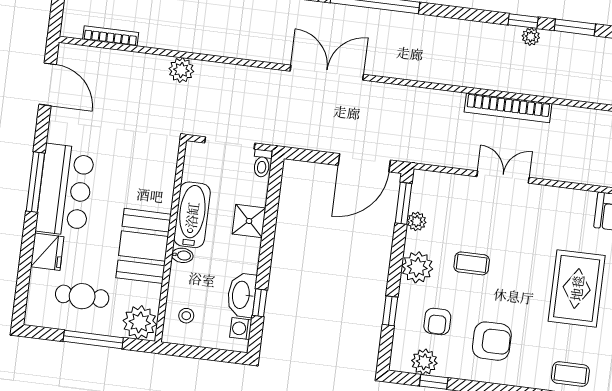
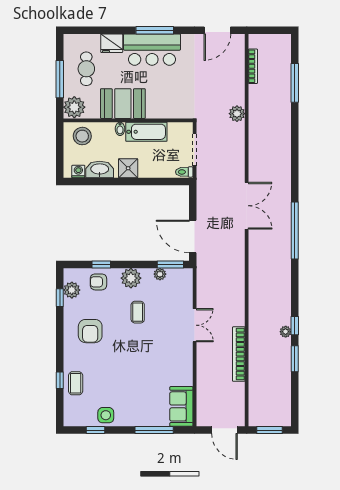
bookcase: (508, 108) -> (239, 354), moved
shower: (249, 221) -> (128, 168), moved
rug: (577, 288) -> (130, 380), removed
window: (260, 303) -> (96, 181), removed
stool: (186, 316) -> (82, 136), width x1.89, depth x1.89
armchair: (437, 321) -> (98, 282), moved

